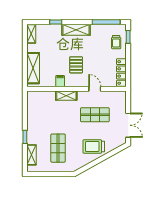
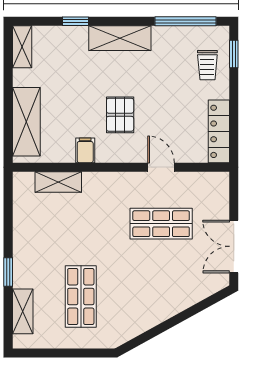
shelving: (66, 96) -> (58, 182), moved
double door: (128, 125) -> (234, 246), swing flipped
trolley: (94, 146) -> (159, 293), removed

